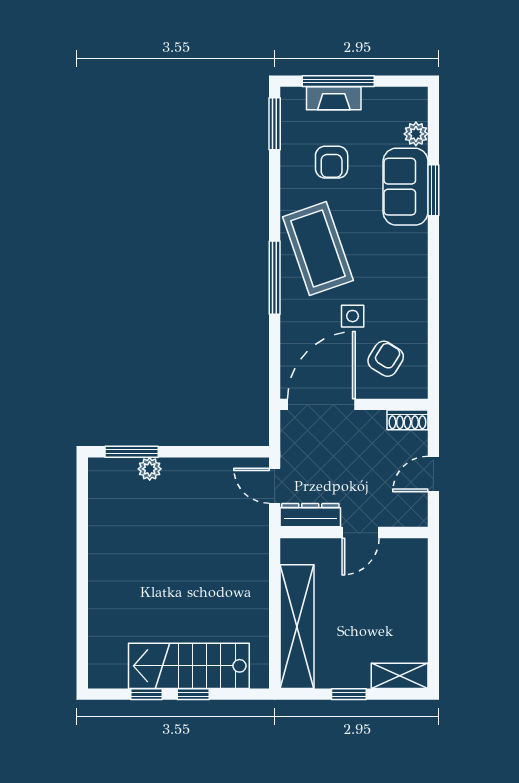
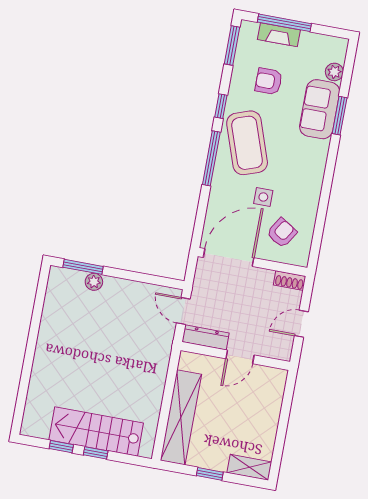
armchair: (332, 162) -> (269, 81), turned 90
window: (275, 206) -> (221, 106), added

